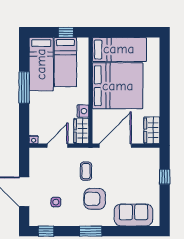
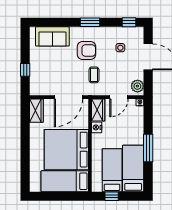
plant: (36, 158) -> (137, 86), added

